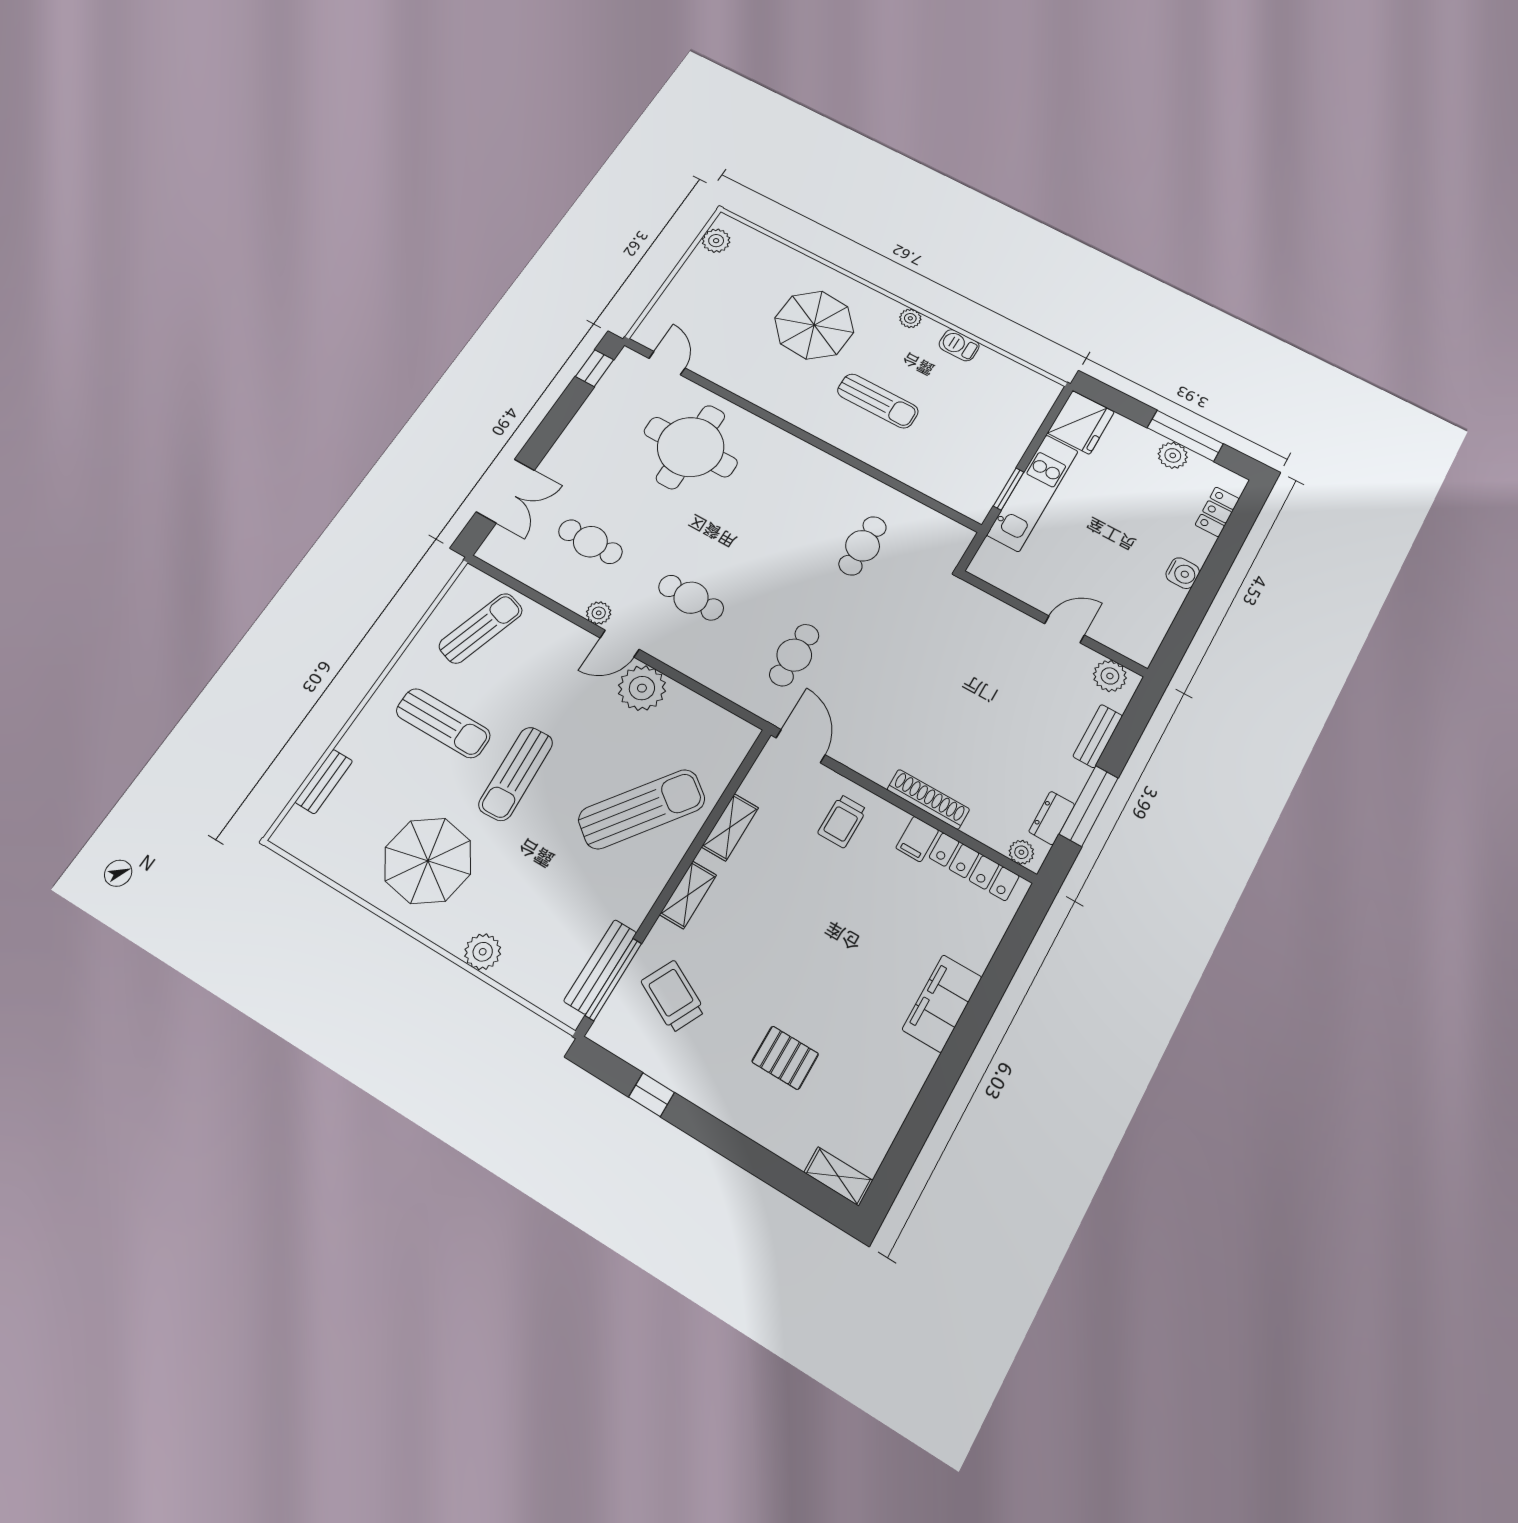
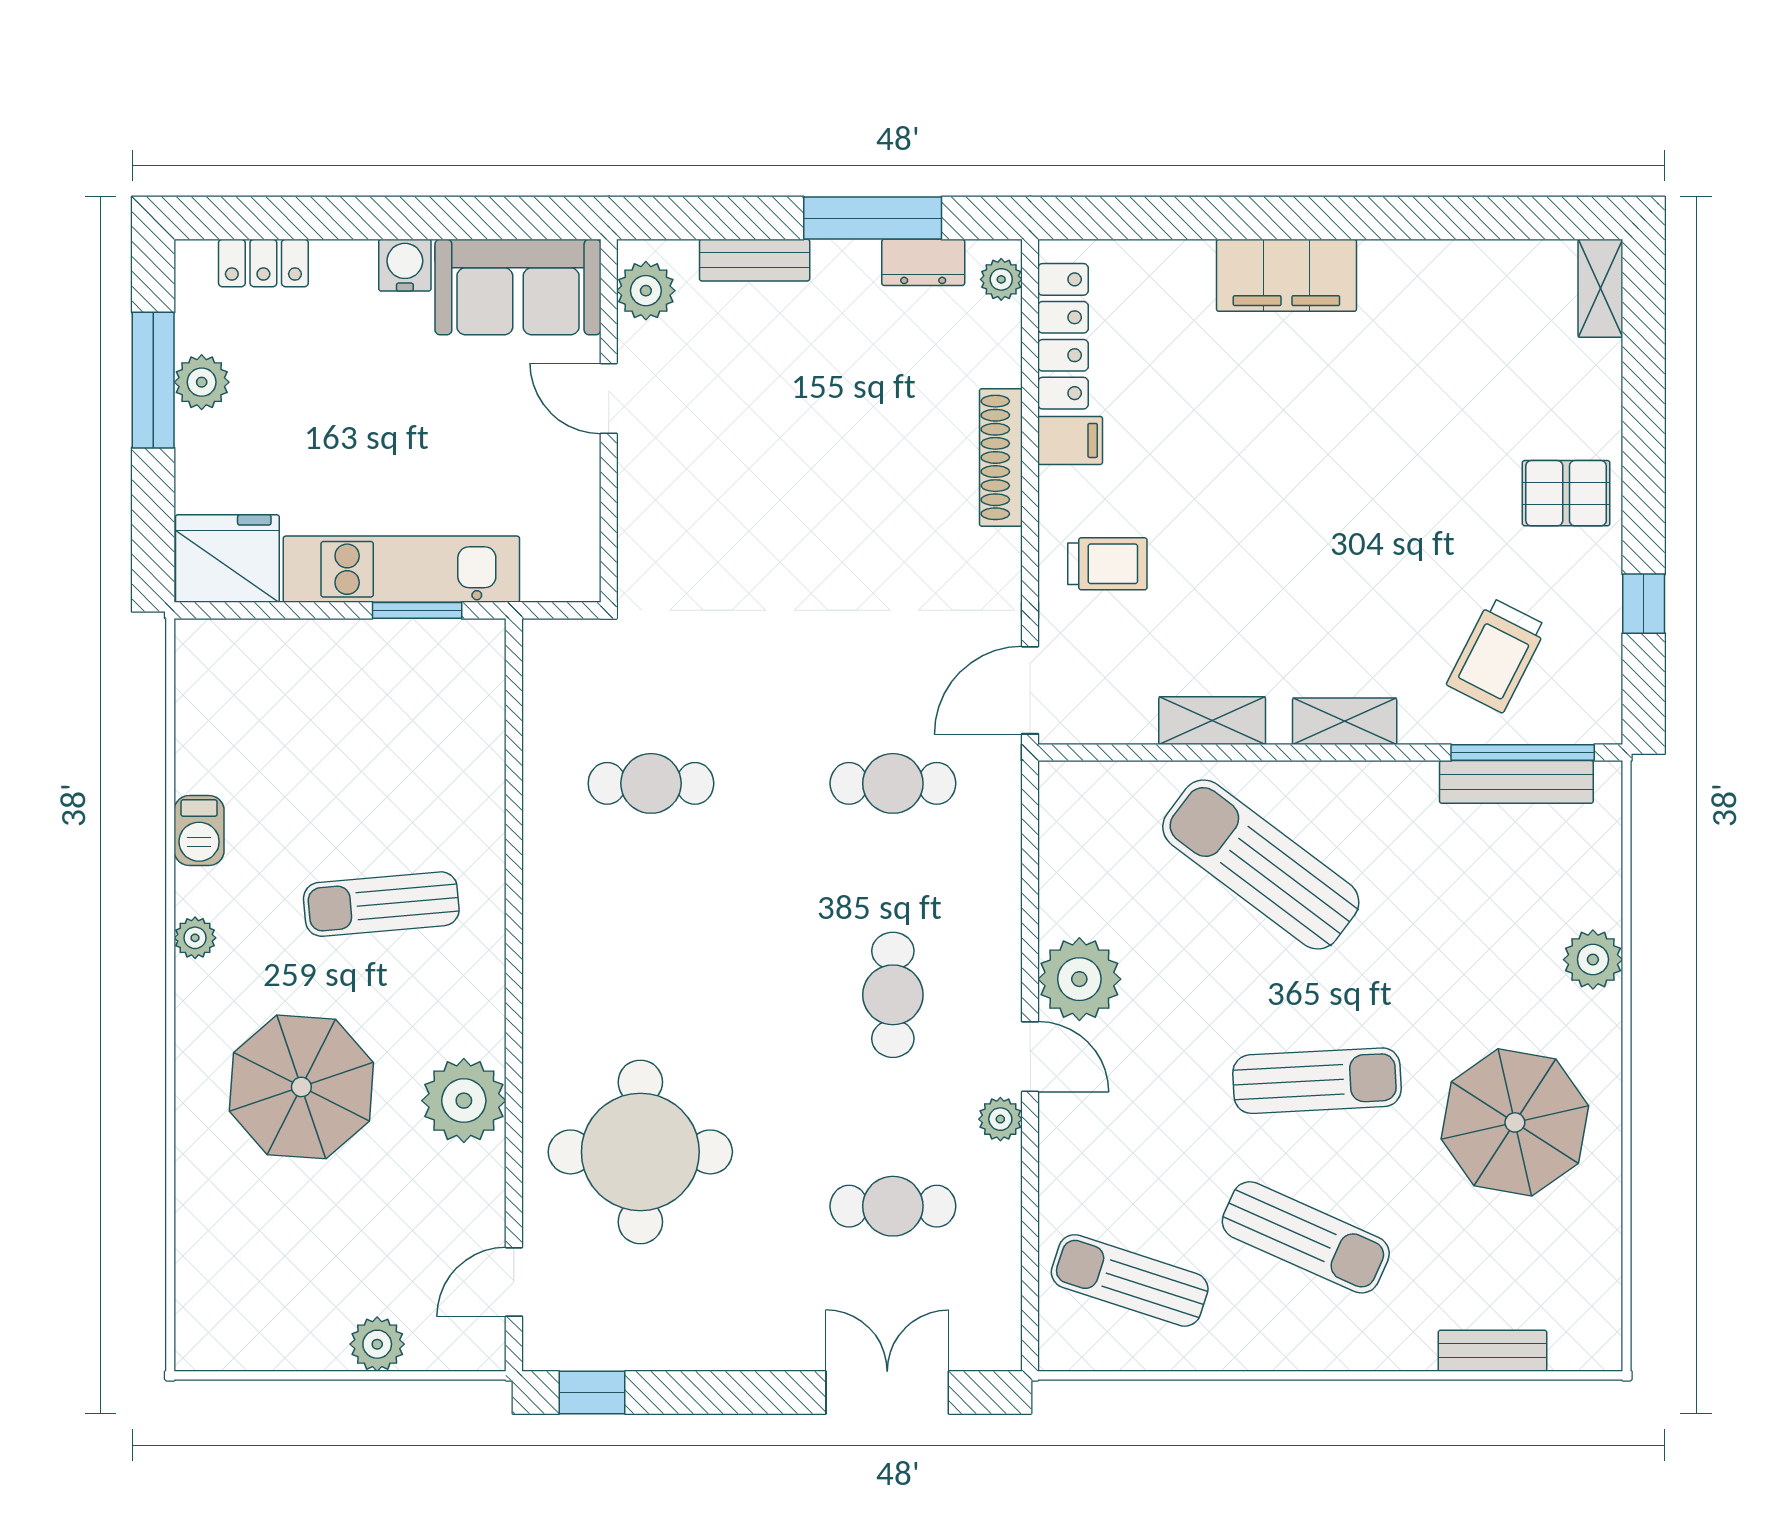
plant: (716, 241) -> (377, 1344), moved
plant: (764, 387) -> (464, 1101), added
sun lounger: (878, 401) -> (381, 904), turned -95
cafe table: (590, 542) -> (893, 1206), turned 90
sofa: (1144, 618) -> (518, 287), added
sun lounger: (443, 723) -> (1306, 1237), turned 114
pallet: (785, 1058) -> (1566, 493), moved, turned 90

